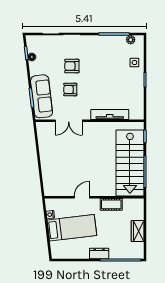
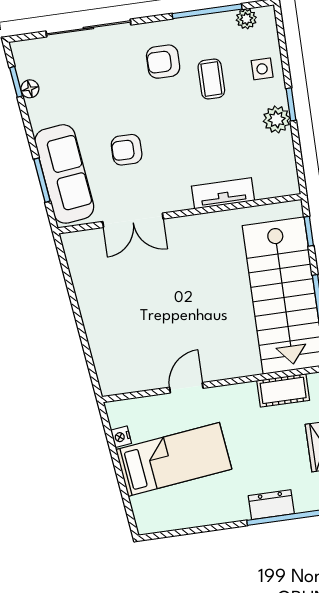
coffee table: (112, 64) -> (211, 79), added
armchair: (72, 66) -> (163, 62), moved
plant: (138, 86) -> (277, 119), added
tv unit: (110, 114) -> (223, 193), width x0.71
cot: (111, 204) -> (283, 390), moved
dresser: (99, 254) -> (271, 505), moved

